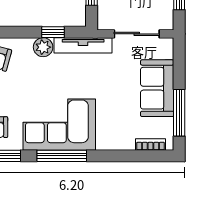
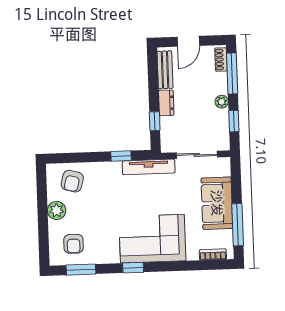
plant: (43, 47) -> (113, 170), removed
corner sofa: (59, 125) -> (152, 239), moved
window: (62, 156) -> (133, 268), width x0.46

